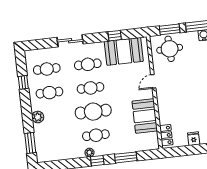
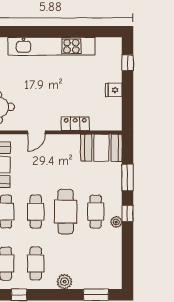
door: (153, 81) -> (36, 132), hinge flipped
booth: (145, 116) -> (101, 148), moved
locker: (166, 135) -> (75, 124), moved

